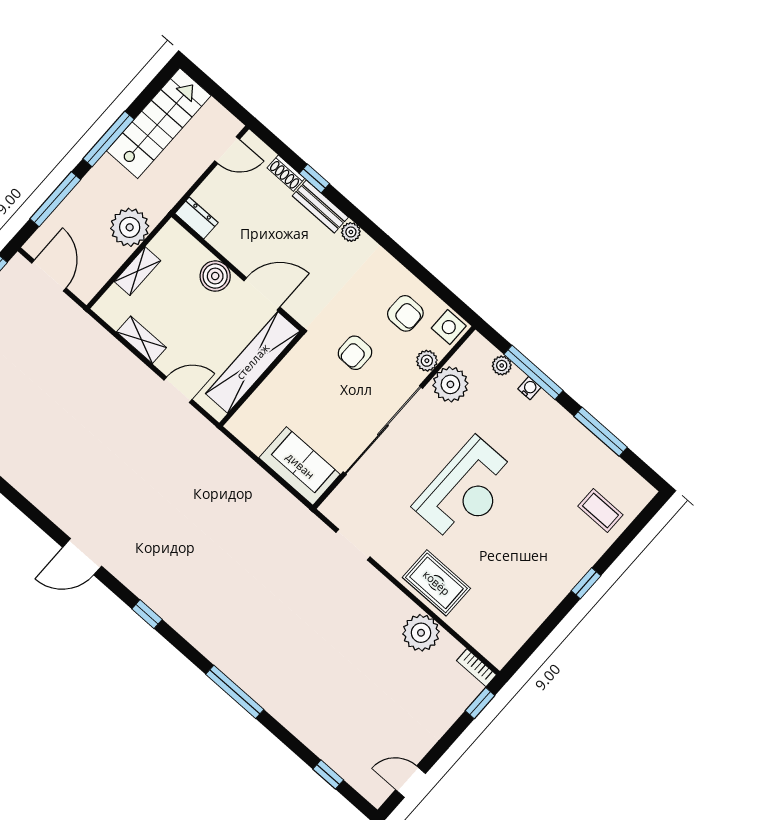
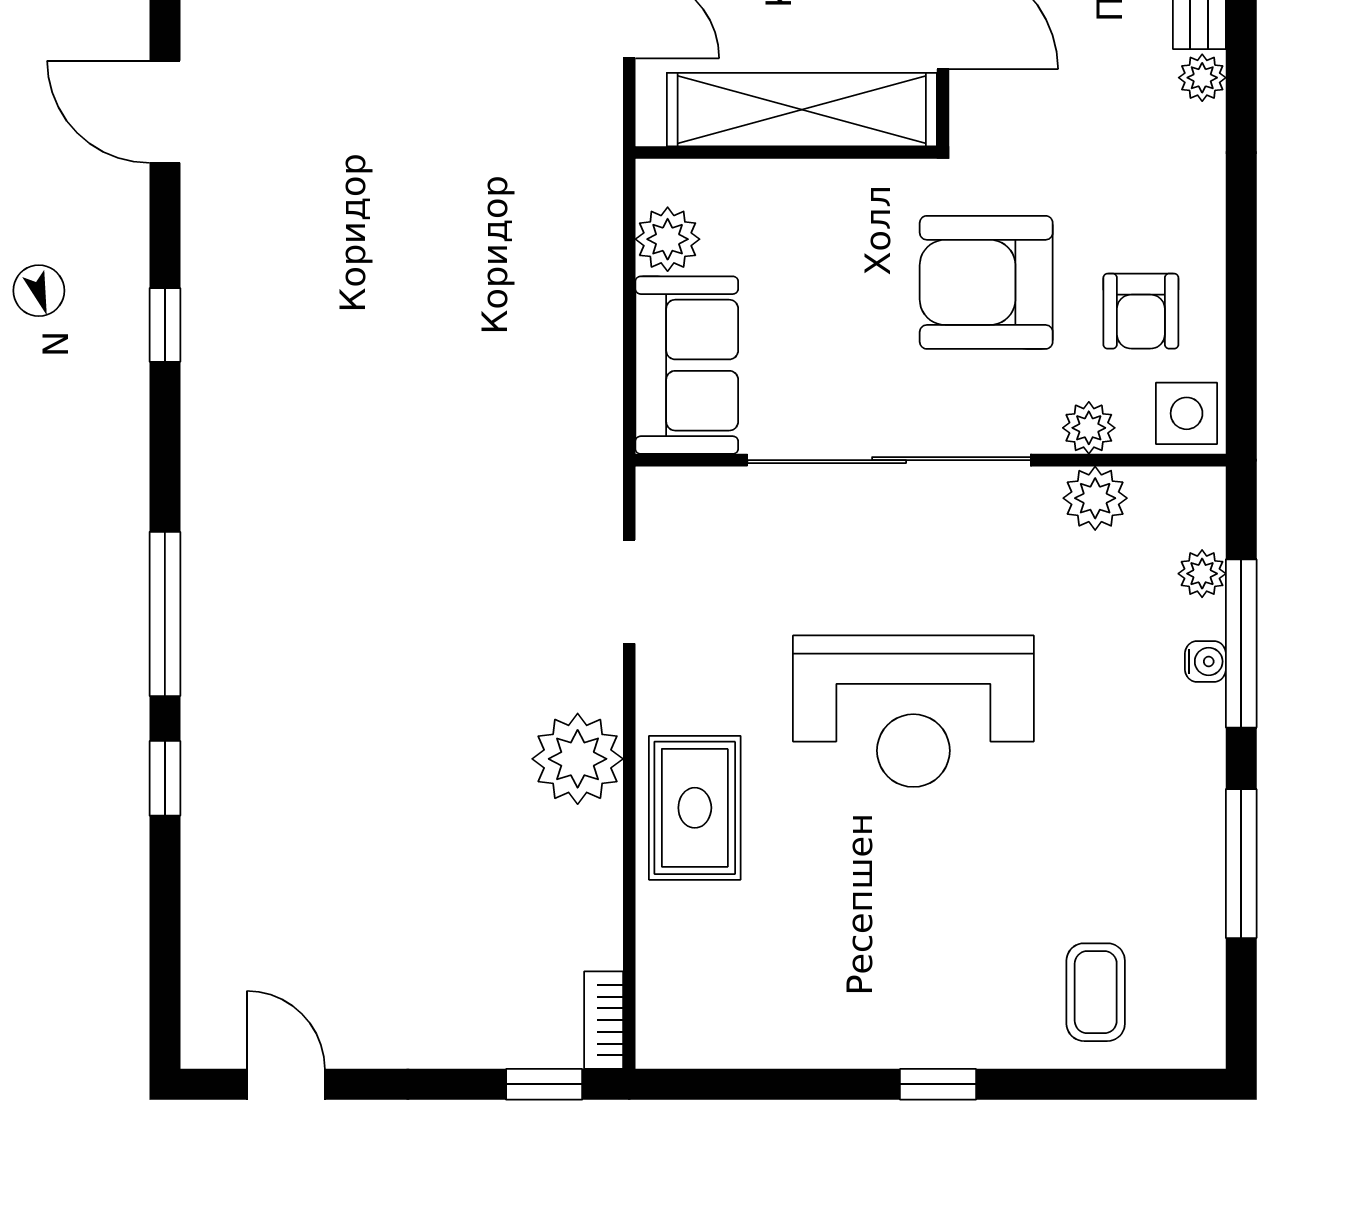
armchair: (355, 353) -> (986, 282), width x1.88, depth x1.88
plant: (450, 384) -> (1095, 498), width x0.73, depth x0.73
plant: (256, 438) -> (668, 239), added
plant: (421, 633) -> (578, 759), moved
window: (328, 774) -> (165, 778), moved

